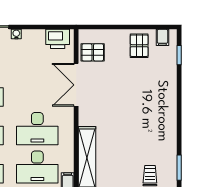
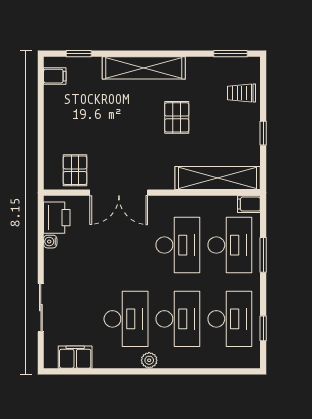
water cooler: (16, 34) -> (50, 242), moved
pallet: (139, 46) -> (177, 117), moved, turned 90
shelving: (169, 103) -> (144, 68), added

